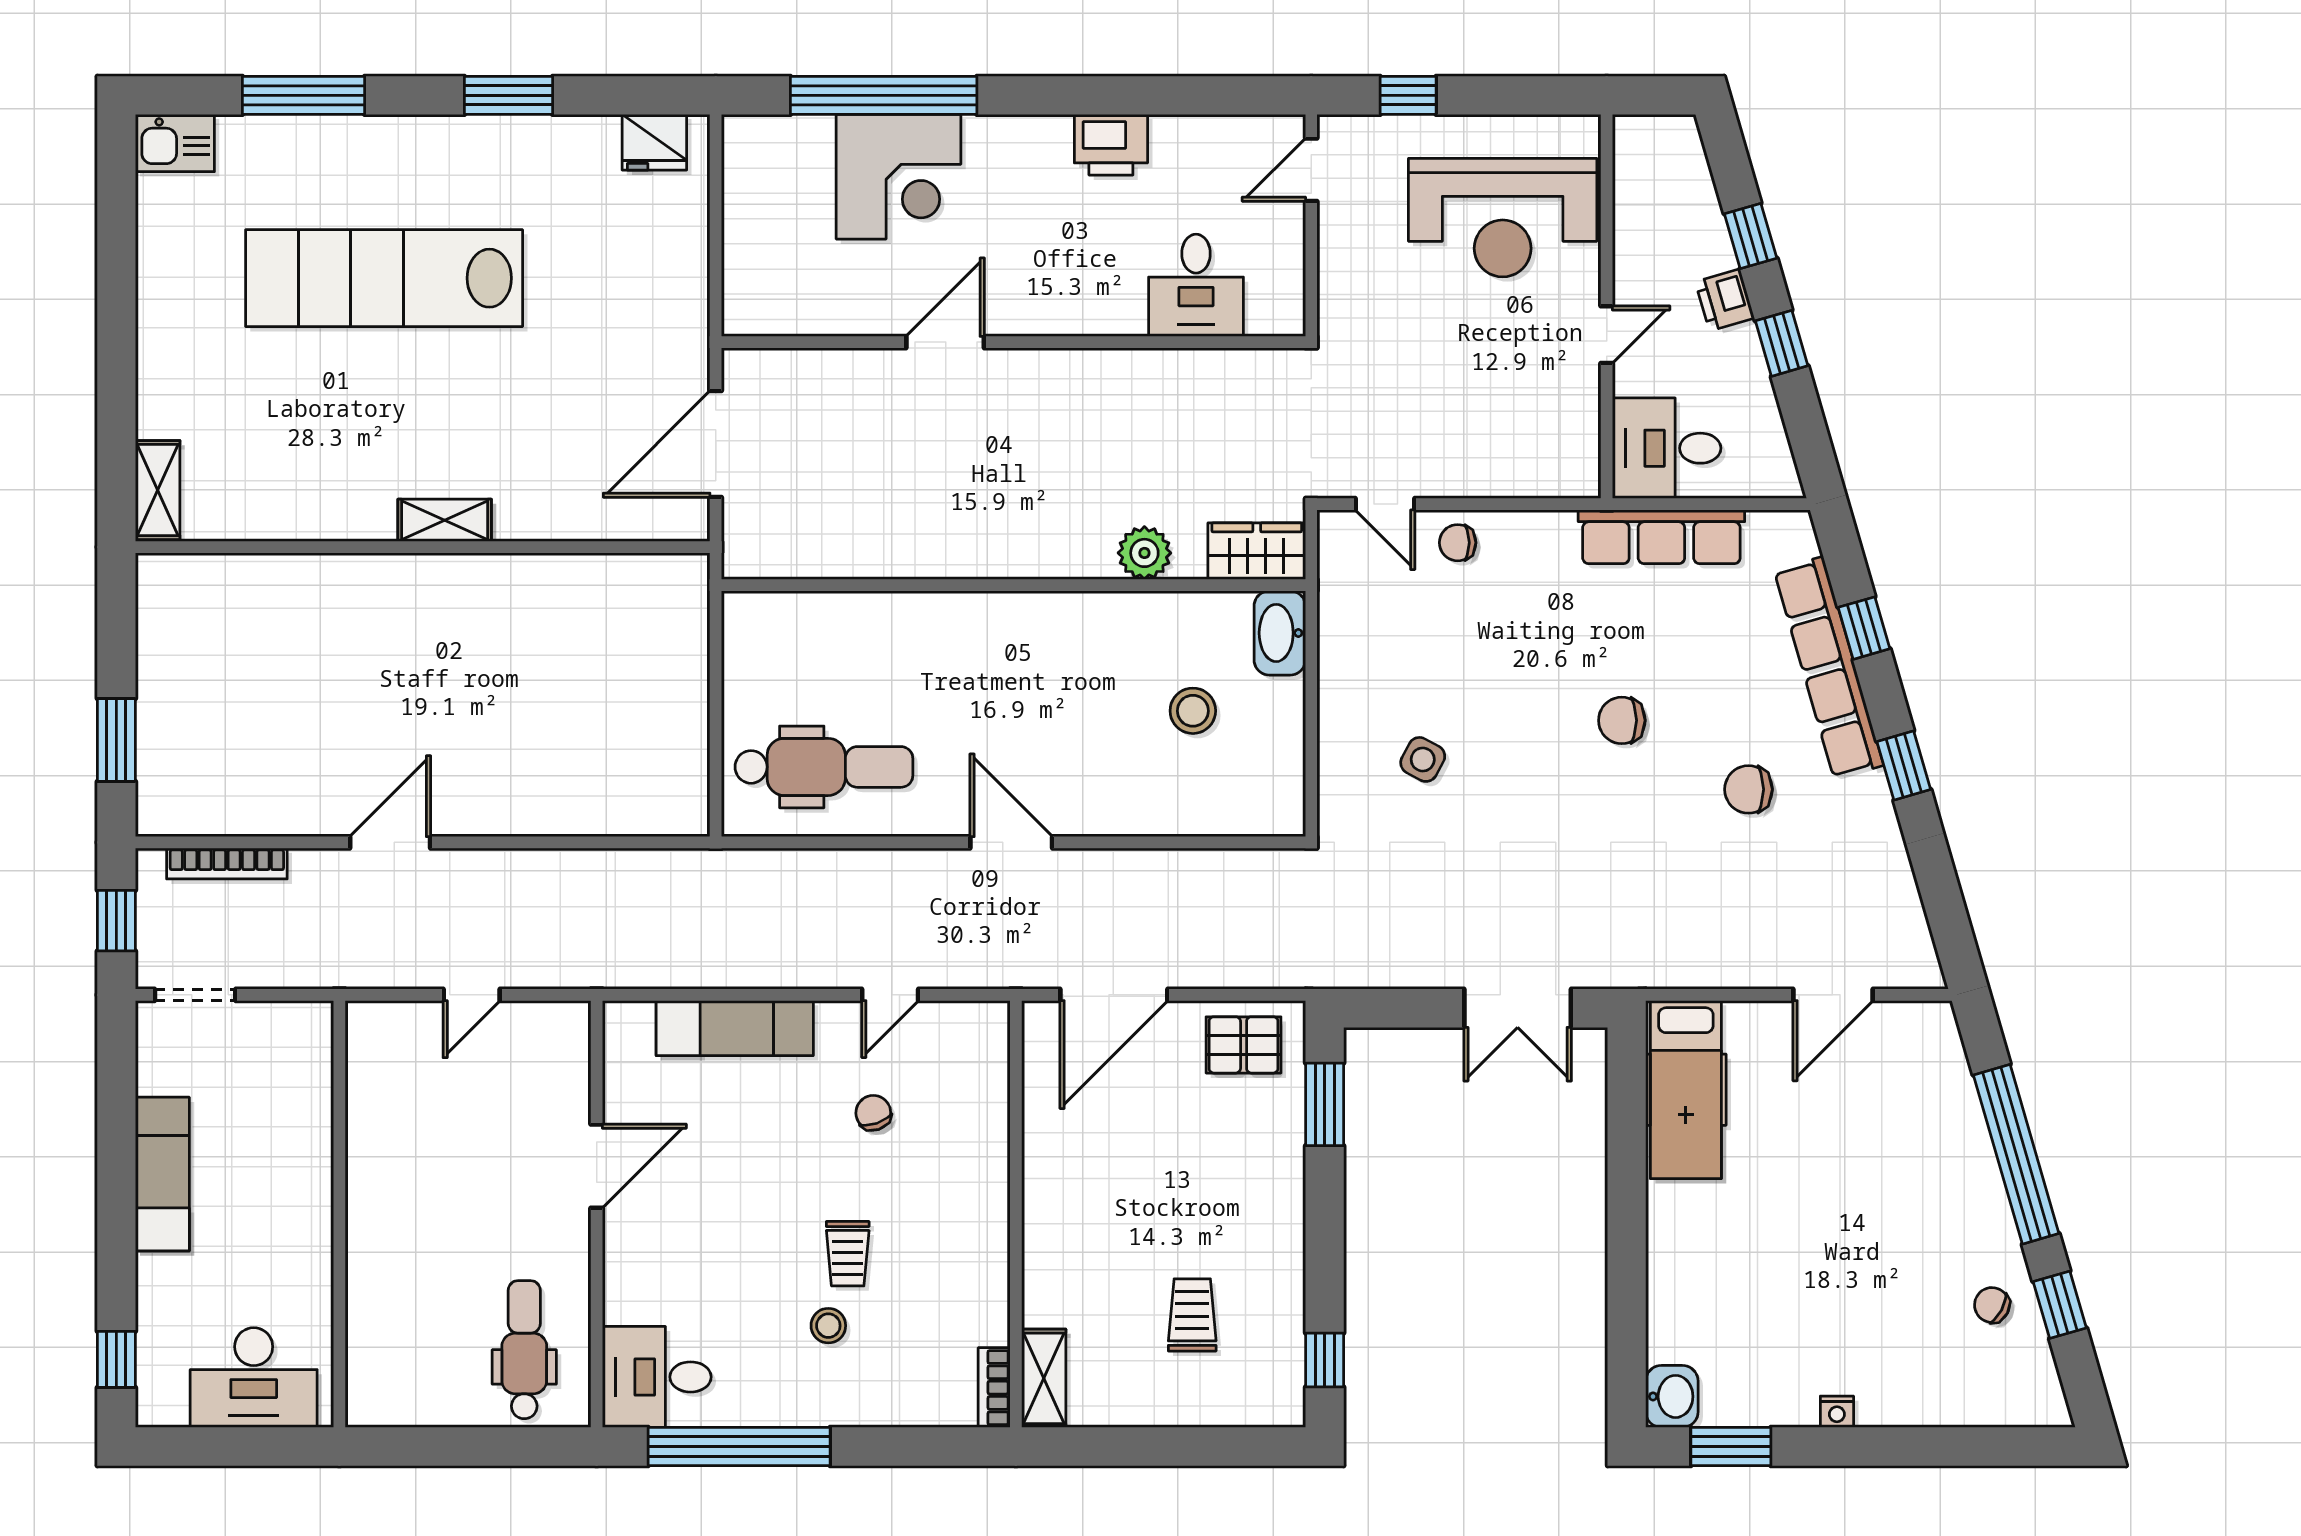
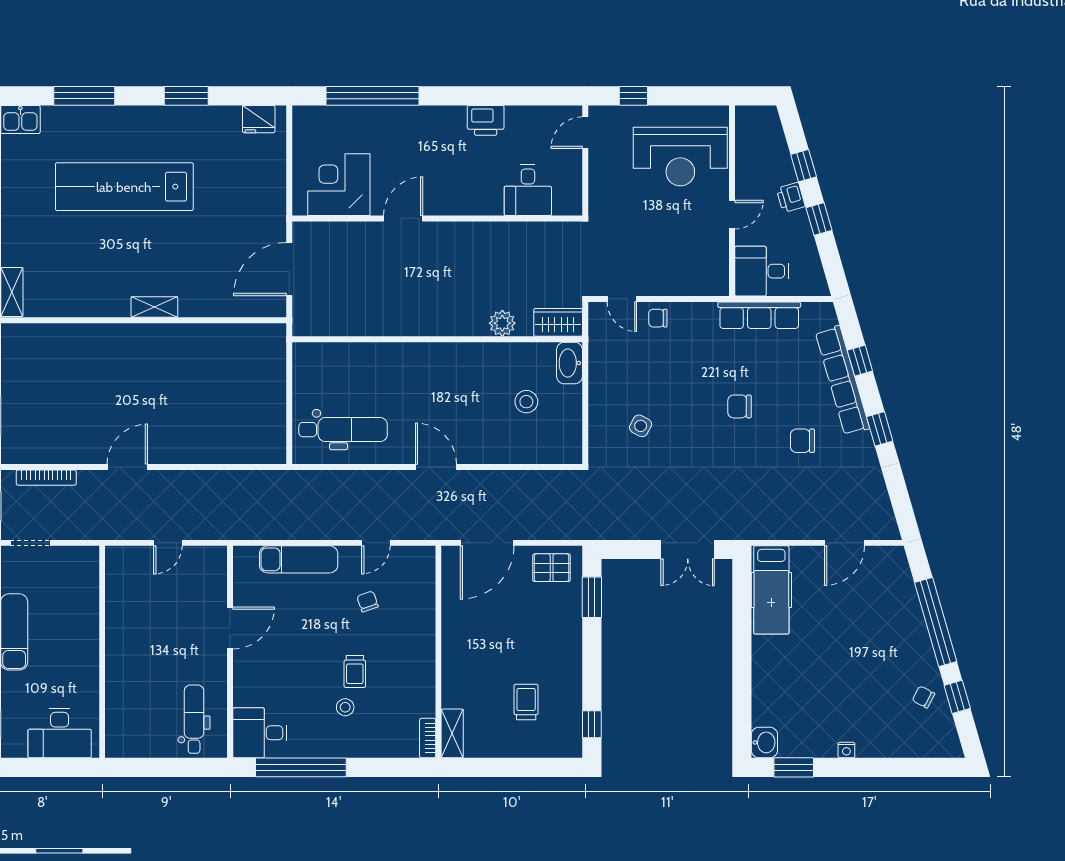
corner desk: (899, 177) -> (339, 185), moved, turned 180

